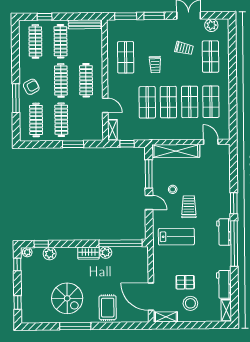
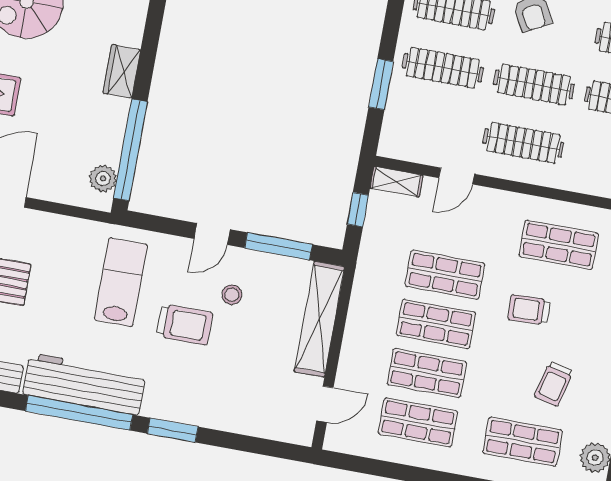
workbench: (224, 232) -> (84, 384), width x1.88, depth x1.32
lab bench: (176, 237) -> (121, 282), turned 180
plant: (106, 253) -> (103, 179), moved

